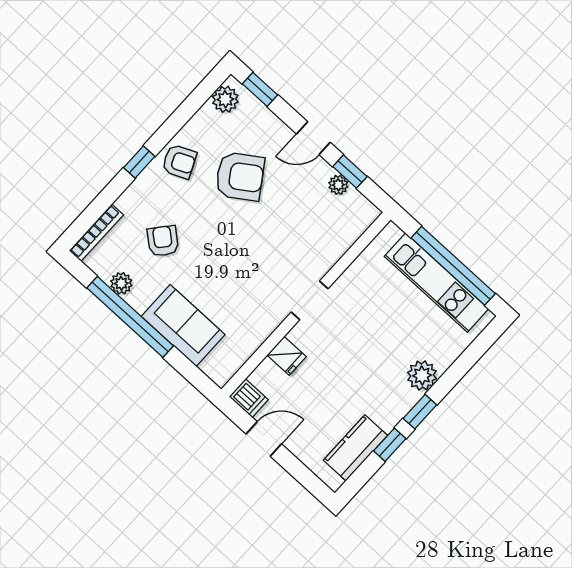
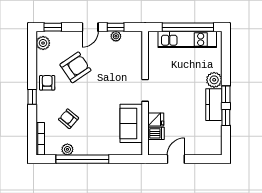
armchair: (179, 162) -> (47, 83), turned -66
sofa: (183, 325) -> (131, 123), moved, turned -90
dishwasher: (249, 398) -> (156, 133), moved
kitchen counter: (355, 448) -> (214, 105), moved

